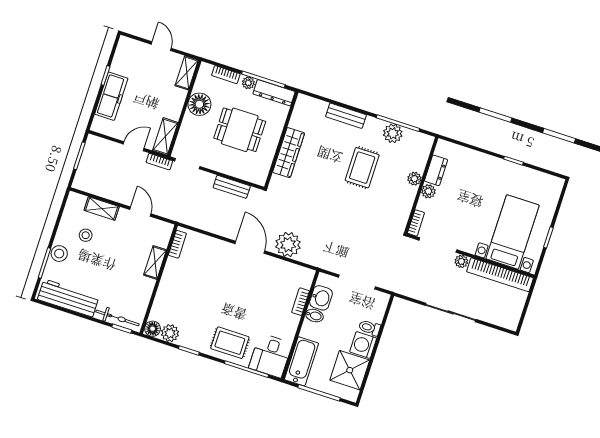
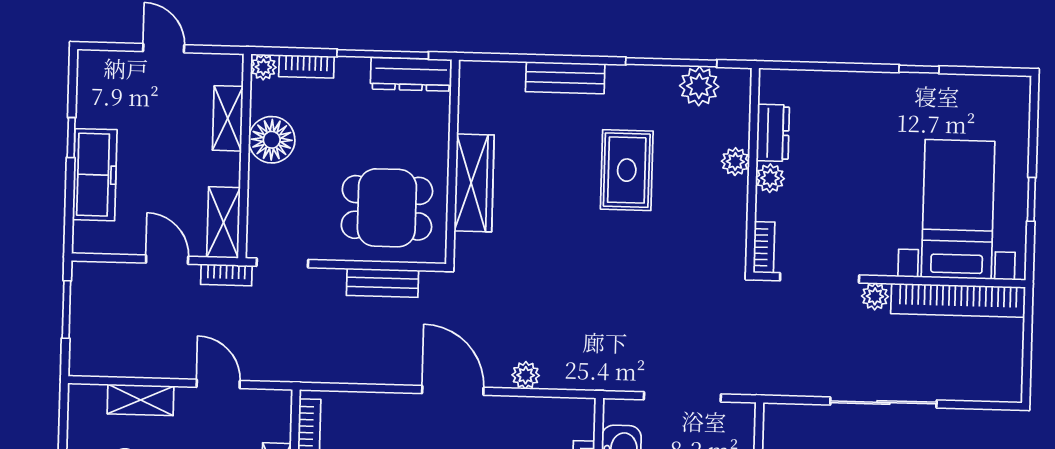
shelving: (187, 73) -> (228, 118), moved
plant: (248, 83) -> (263, 67), moved
dining table: (240, 130) -> (387, 208), moved
plant: (393, 133) -> (699, 86), moved
door: (134, 146) -> (167, 260), hinge flipped
plant: (288, 244) -> (526, 375), width x0.53, depth x0.53

